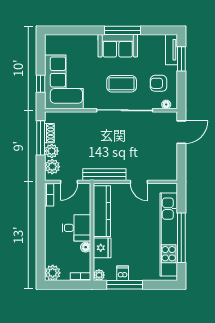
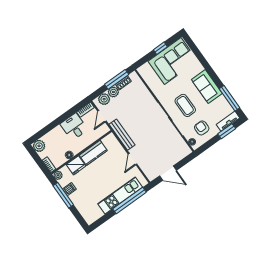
window: (123, 30) -> (230, 98), moved
corner sofa: (64, 82) -> (173, 61), moved
window: (41, 84) -> (160, 48), moved
door: (181, 132) -> (168, 173), moved
door: (69, 182) -> (102, 116), hinge flipped
kitchen counter: (102, 211) -> (93, 153), width x0.67
desk: (76, 228) -> (74, 127), moved, turned 180
kitchen unit: (169, 235) -> (120, 195), width x0.73
window: (181, 238) -> (130, 200), moved

